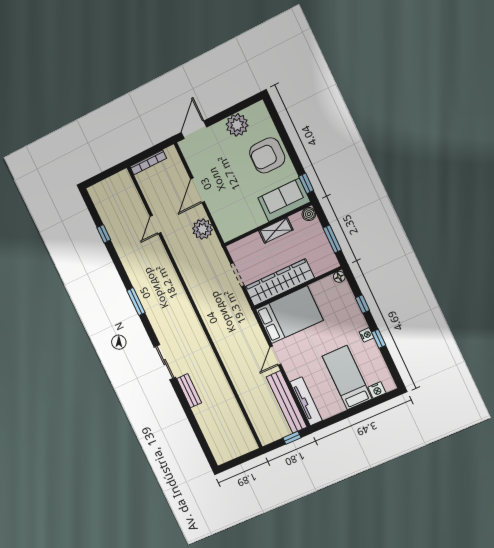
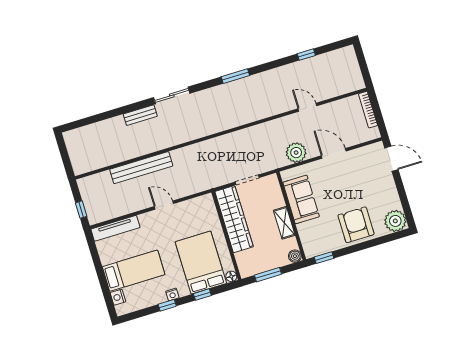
plant: (237, 125) -> (395, 221), moved
sofa: (284, 200) -> (301, 199), moved
bed: (289, 315) -> (201, 263), moved, turned 180
bench: (287, 402) -> (141, 168), moved

